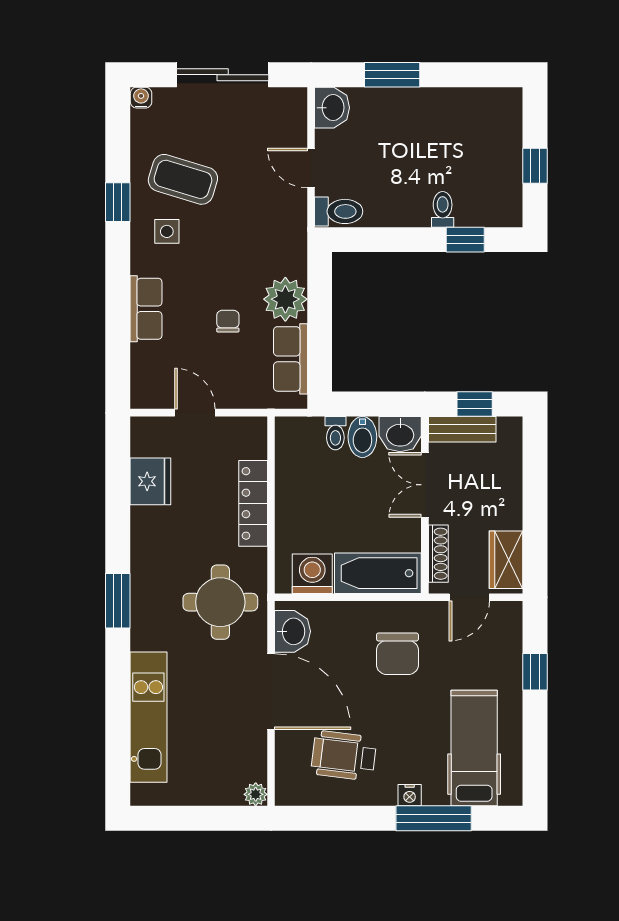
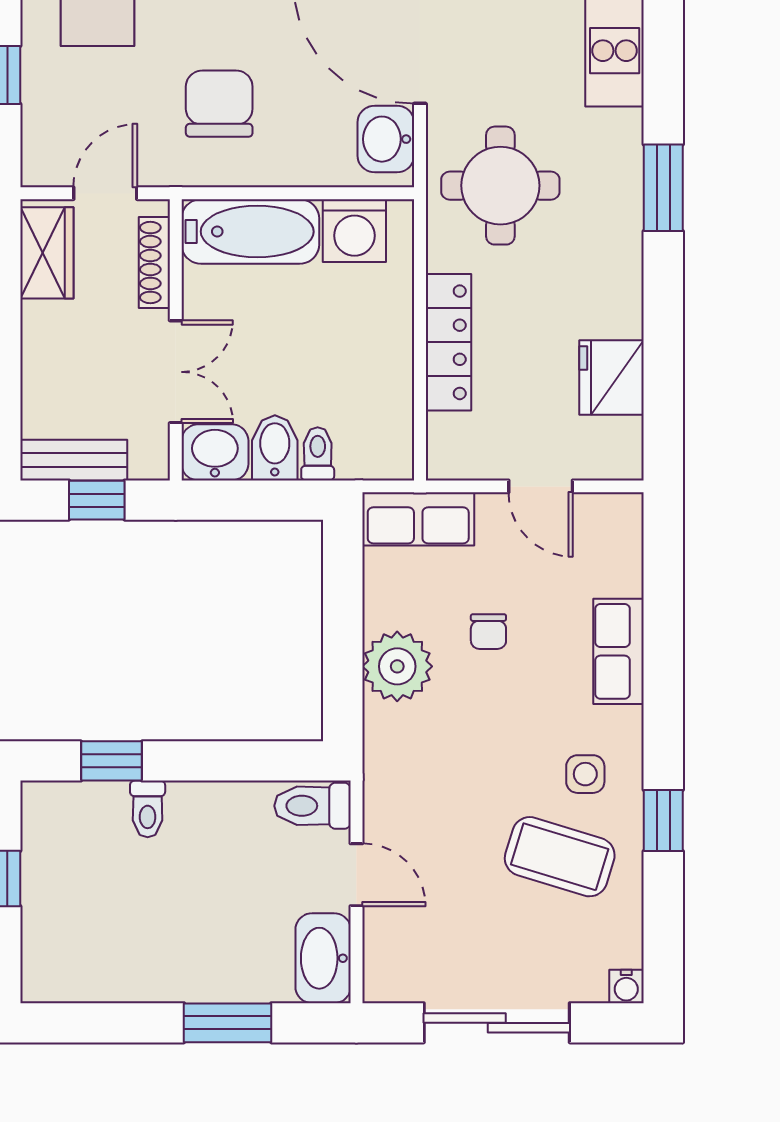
washbasin: (332, 108) -> (323, 958), width x1.38
row of seats: (290, 359) -> (418, 519), moved, turned 90
bench: (462, 429) -> (74, 460), moved

